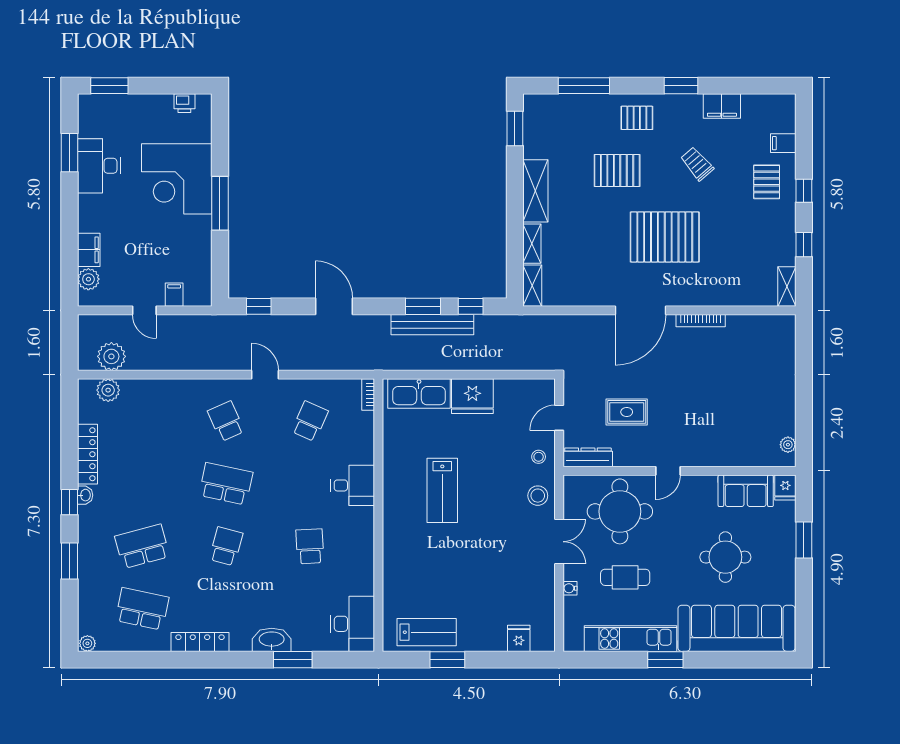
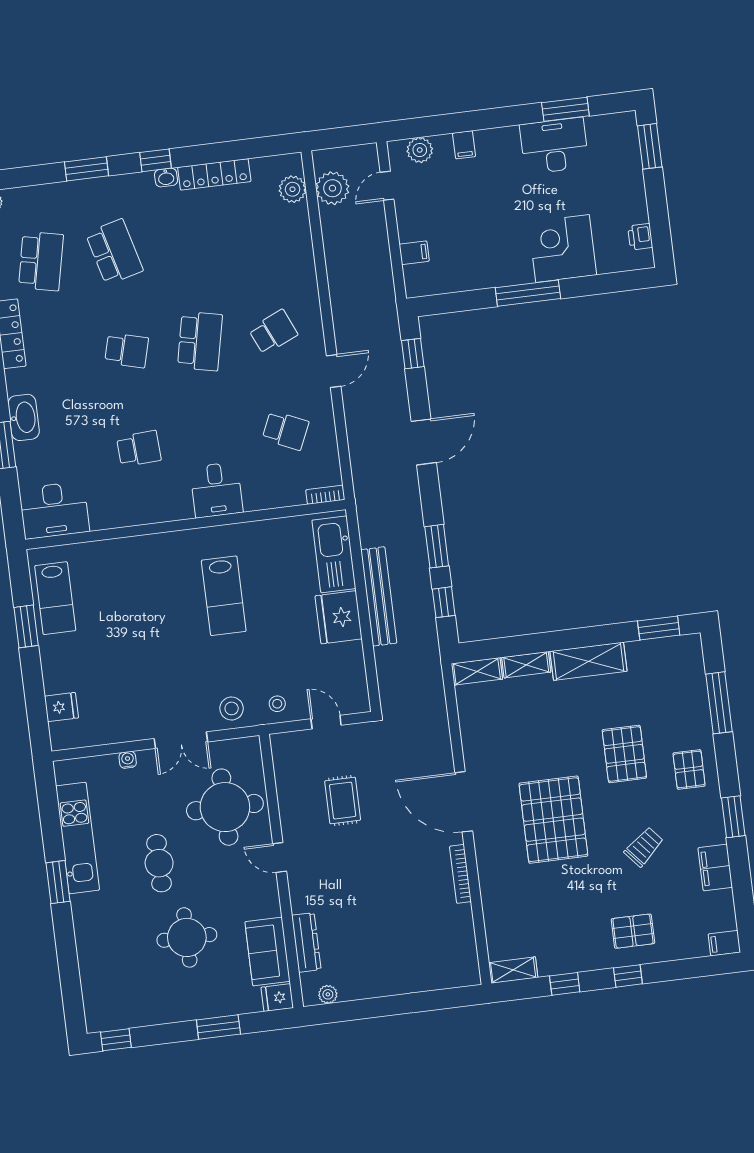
filing cabinet: (783, 143) -> (724, 943), moved, turned -90
corner desk: (177, 179) -> (562, 248), width x0.74, depth x0.74
filing cabinet: (89, 250) -> (464, 145), width x0.50
door: (144, 310) -> (387, 186), moved
bench: (432, 325) -> (379, 596), moved
dresser: (588, 457) -> (306, 942), moved
lab bench: (442, 490) -> (224, 596), turned -90
cafe table: (625, 577) -> (159, 863), moved
window: (804, 627) -> (116, 1040), added
sofa: (736, 628) -> (105, 961), removed

